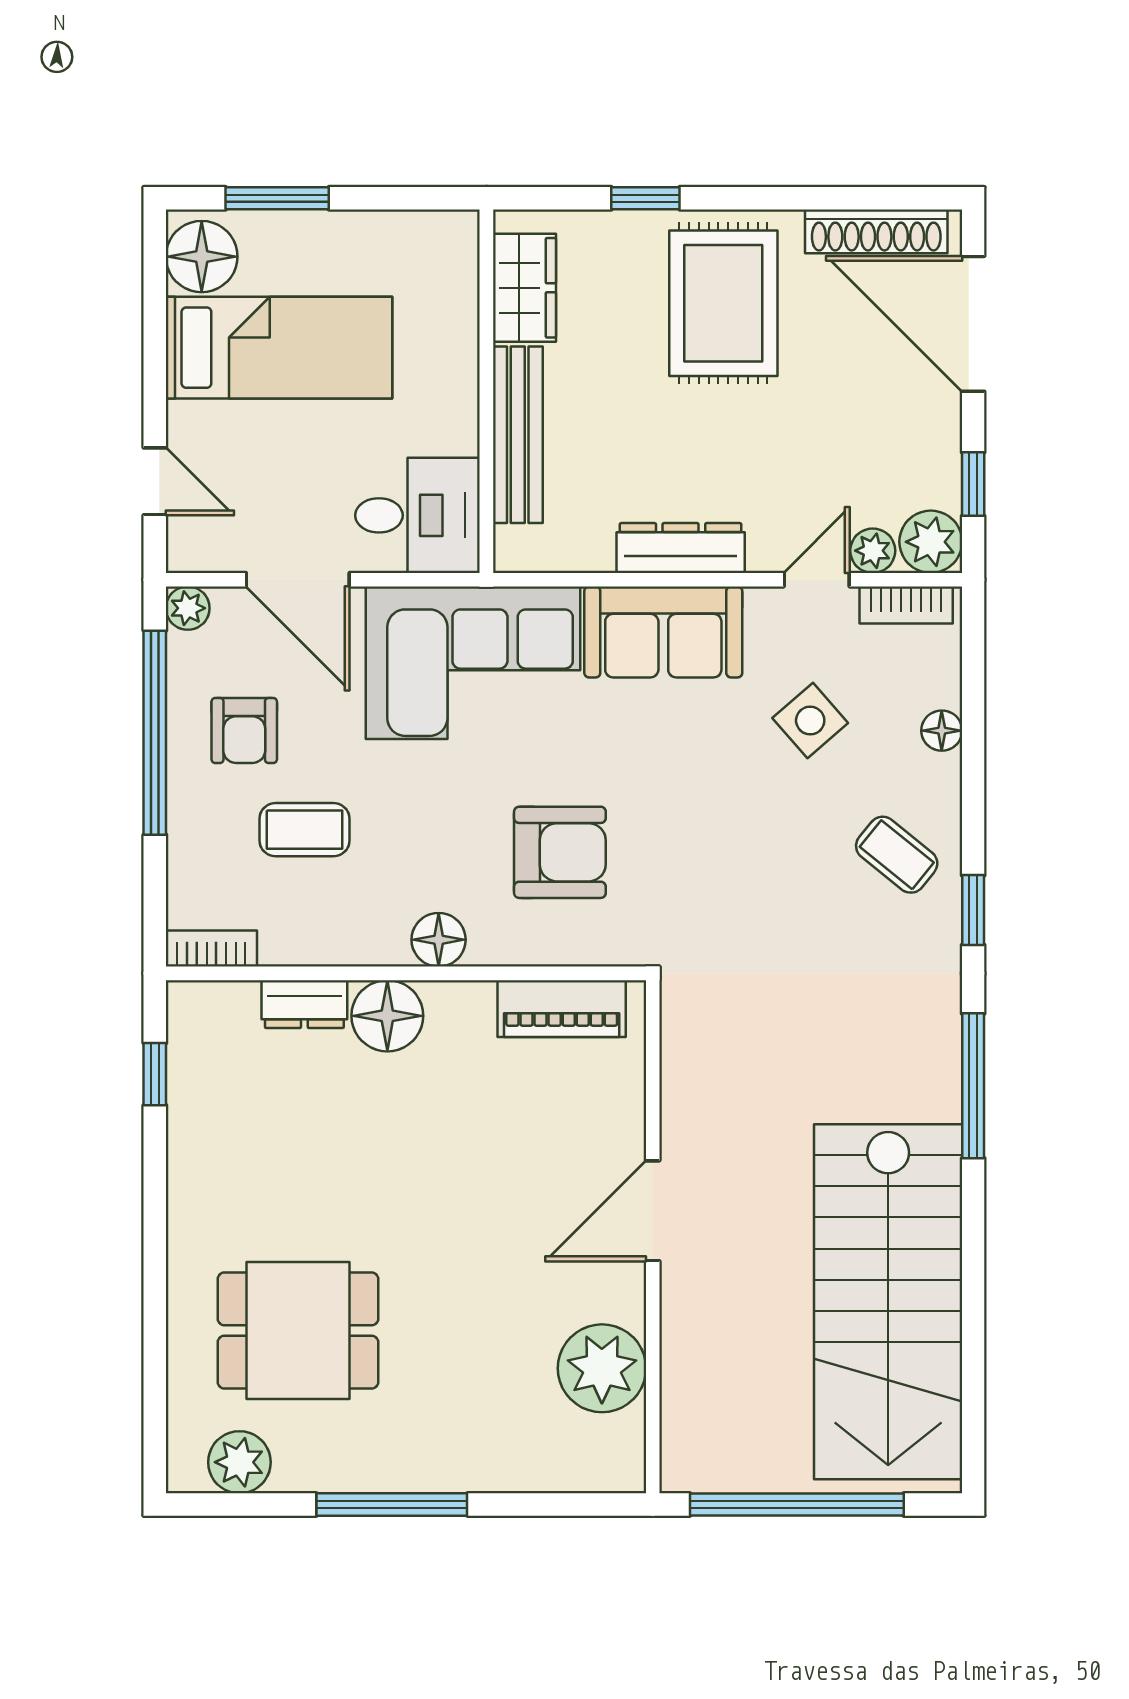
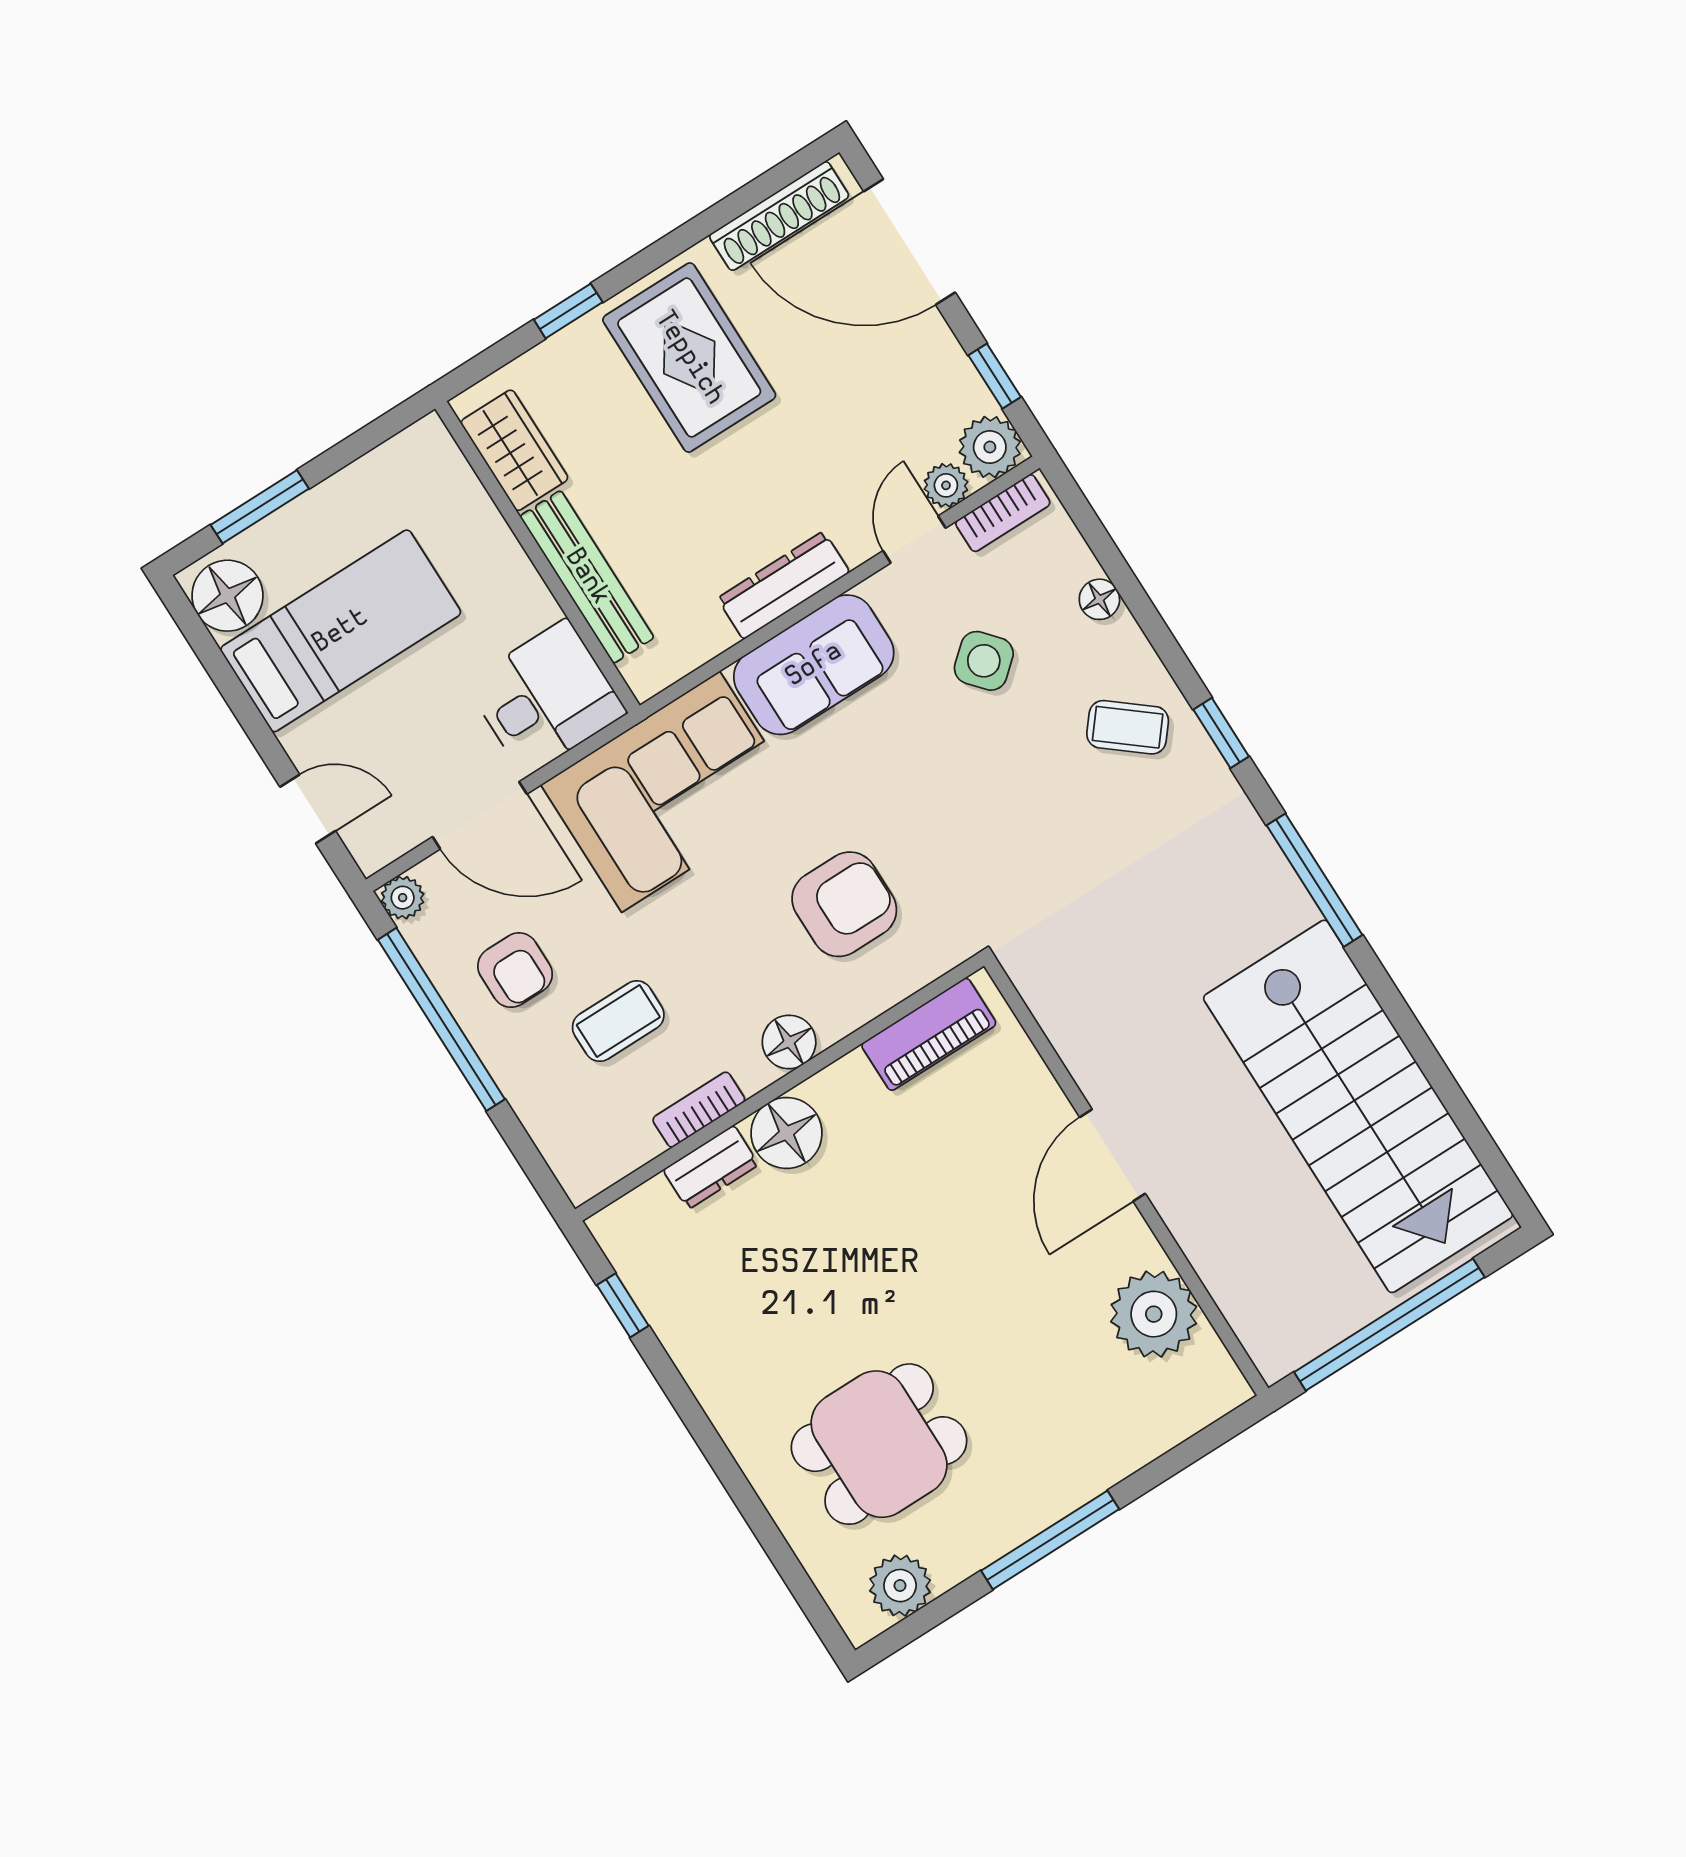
bookcase: (211, 949) -> (699, 1110), moved

